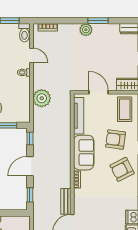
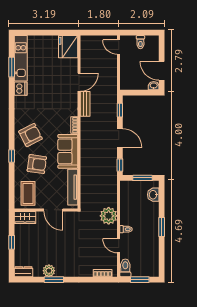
plant: (86, 30) -> (49, 271), moved
plant: (42, 98) -> (109, 216), moved
door: (30, 166) -> (120, 138), hinge flipped

